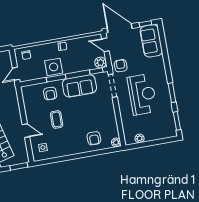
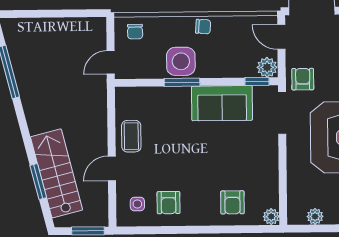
armchair: (50, 93) -> (169, 203), moved
coffee table: (57, 119) -> (131, 136), moved
door: (26, 131) -> (112, 168), swing flipped

